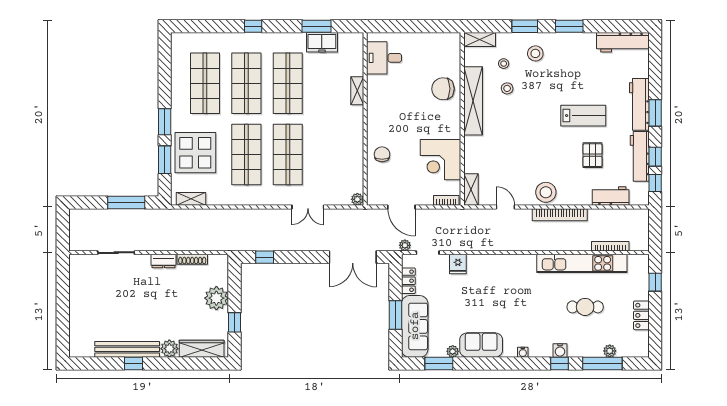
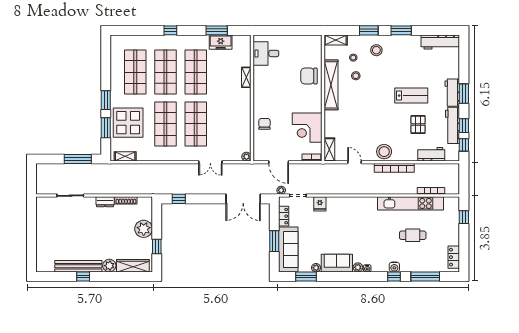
workbench: (639, 104) -> (452, 93), width x0.73
locker: (641, 315) -> (454, 257), moved
plant: (610, 351) -> (358, 267), moved

